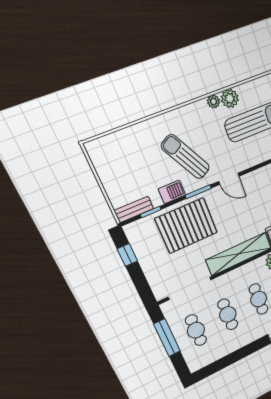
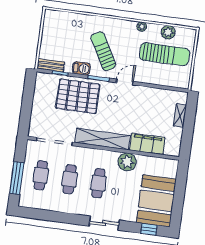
plant: (230, 98) -> (168, 32), moved
door: (229, 179) -> (125, 82), swing flipped
window: (127, 255) -> (29, 92), removed
window: (167, 338) -> (17, 178), moved

